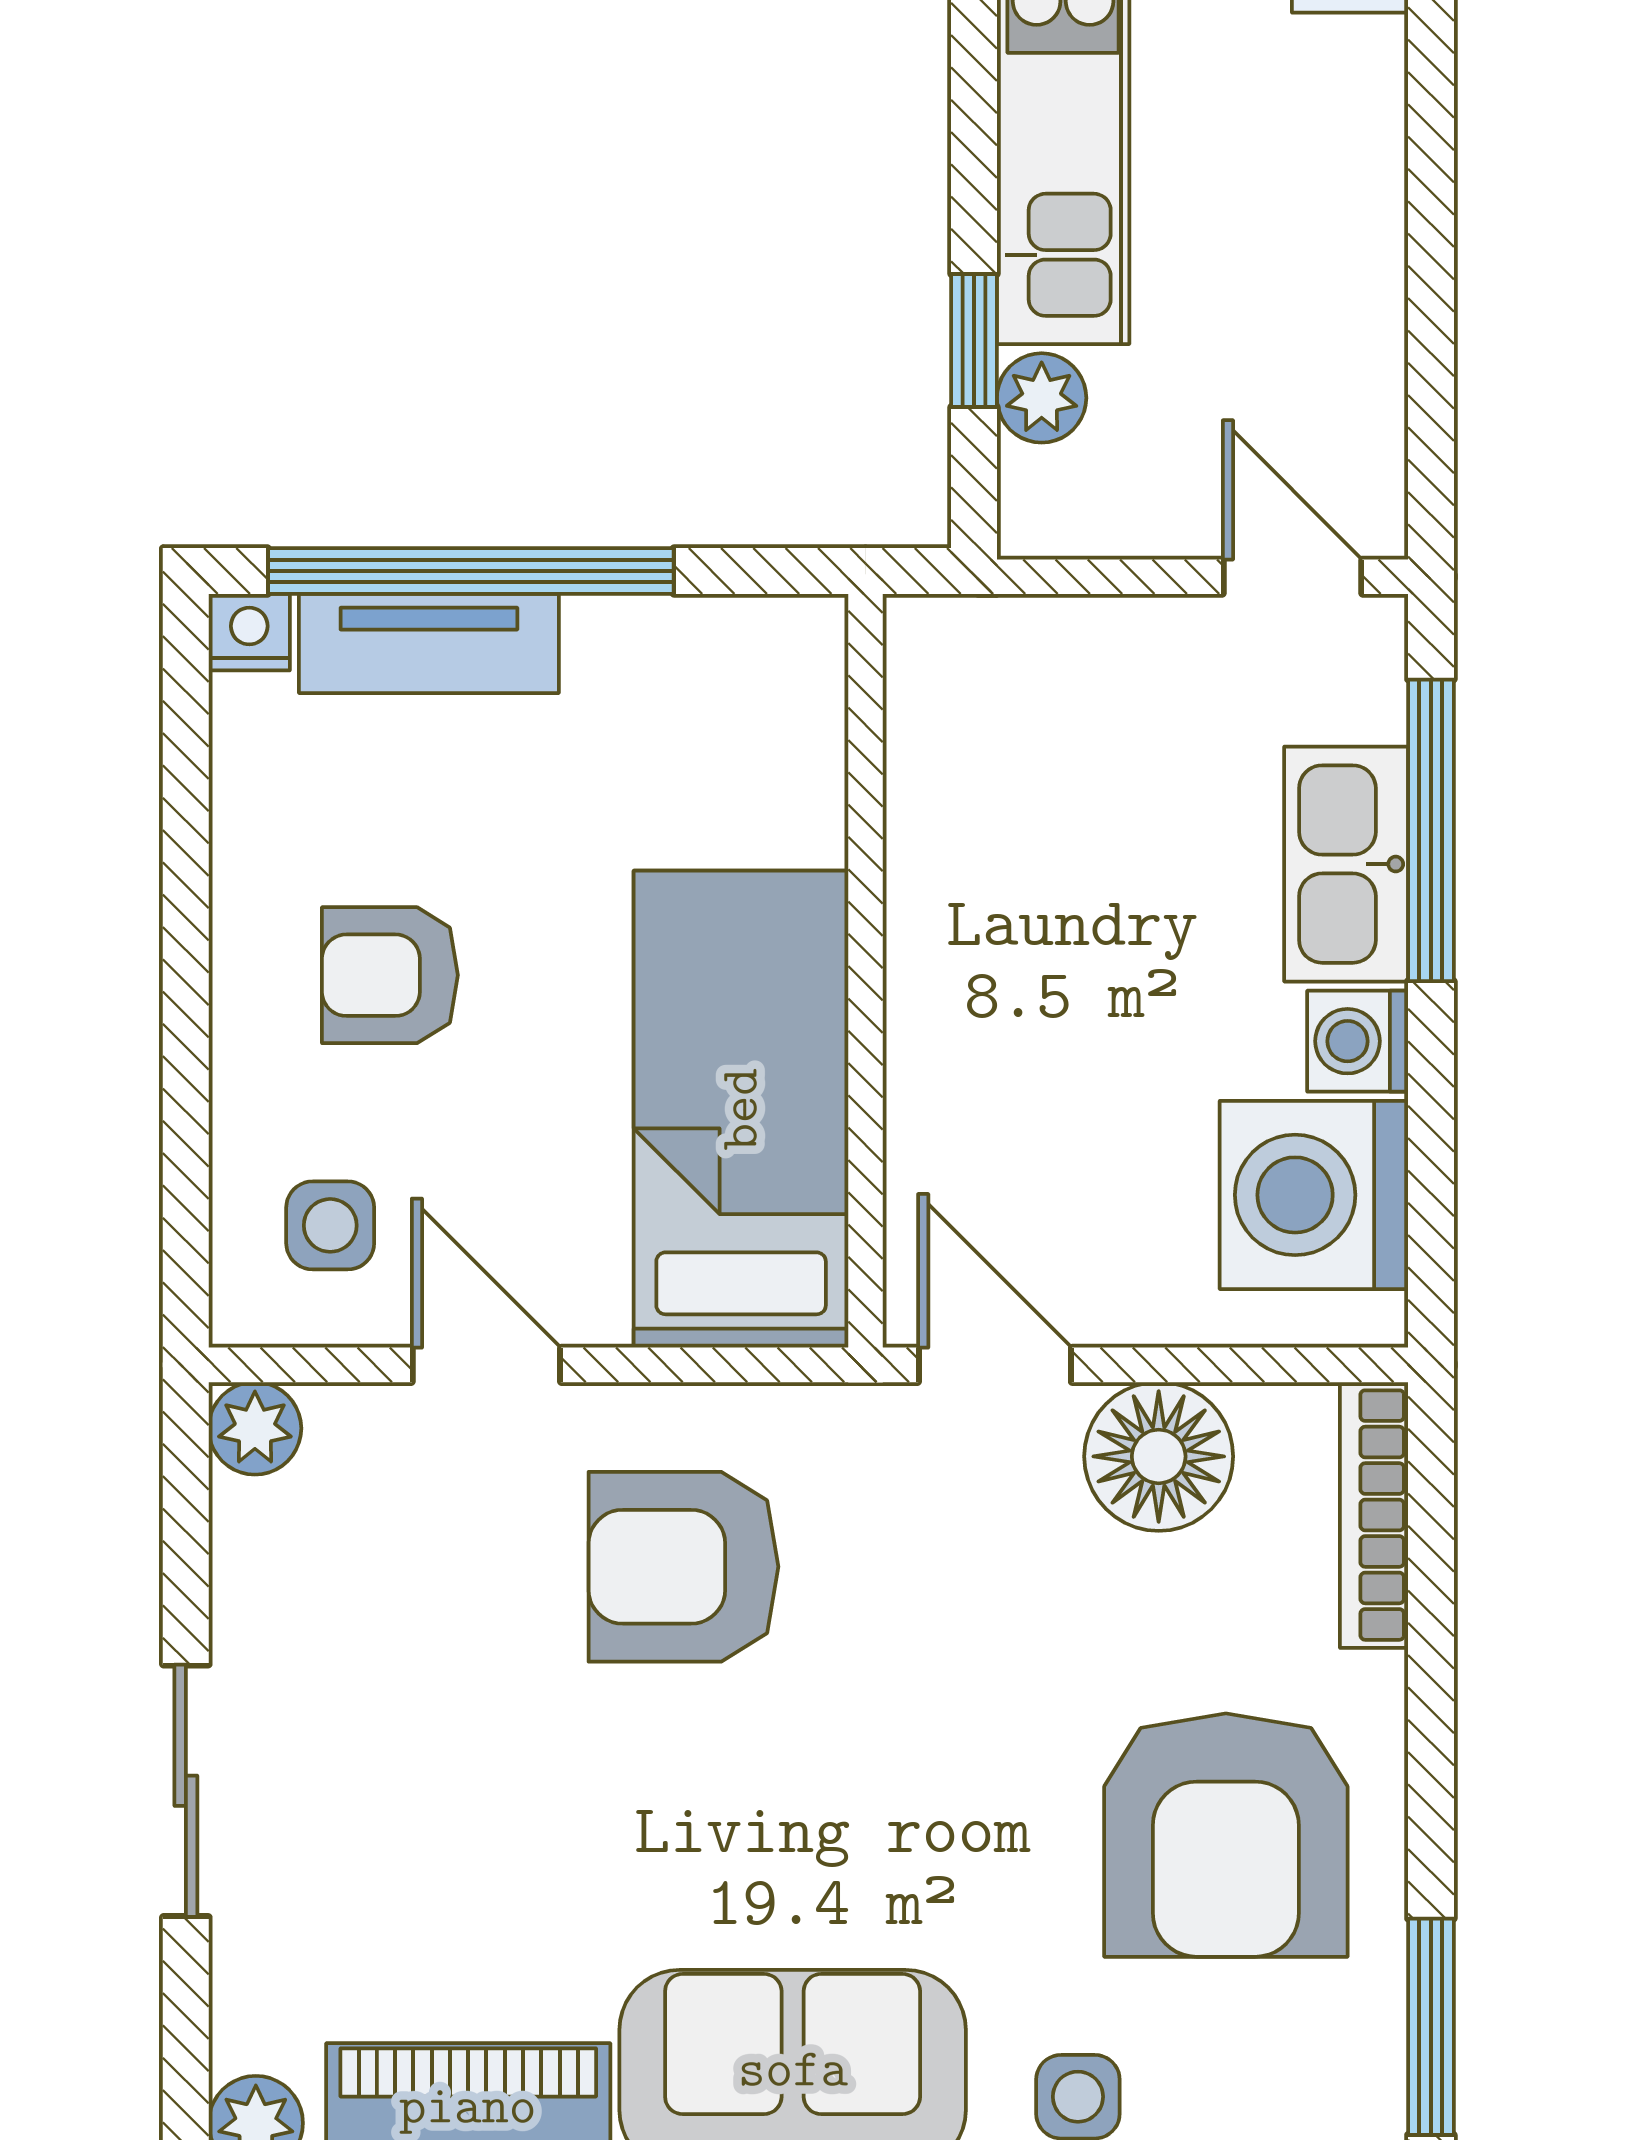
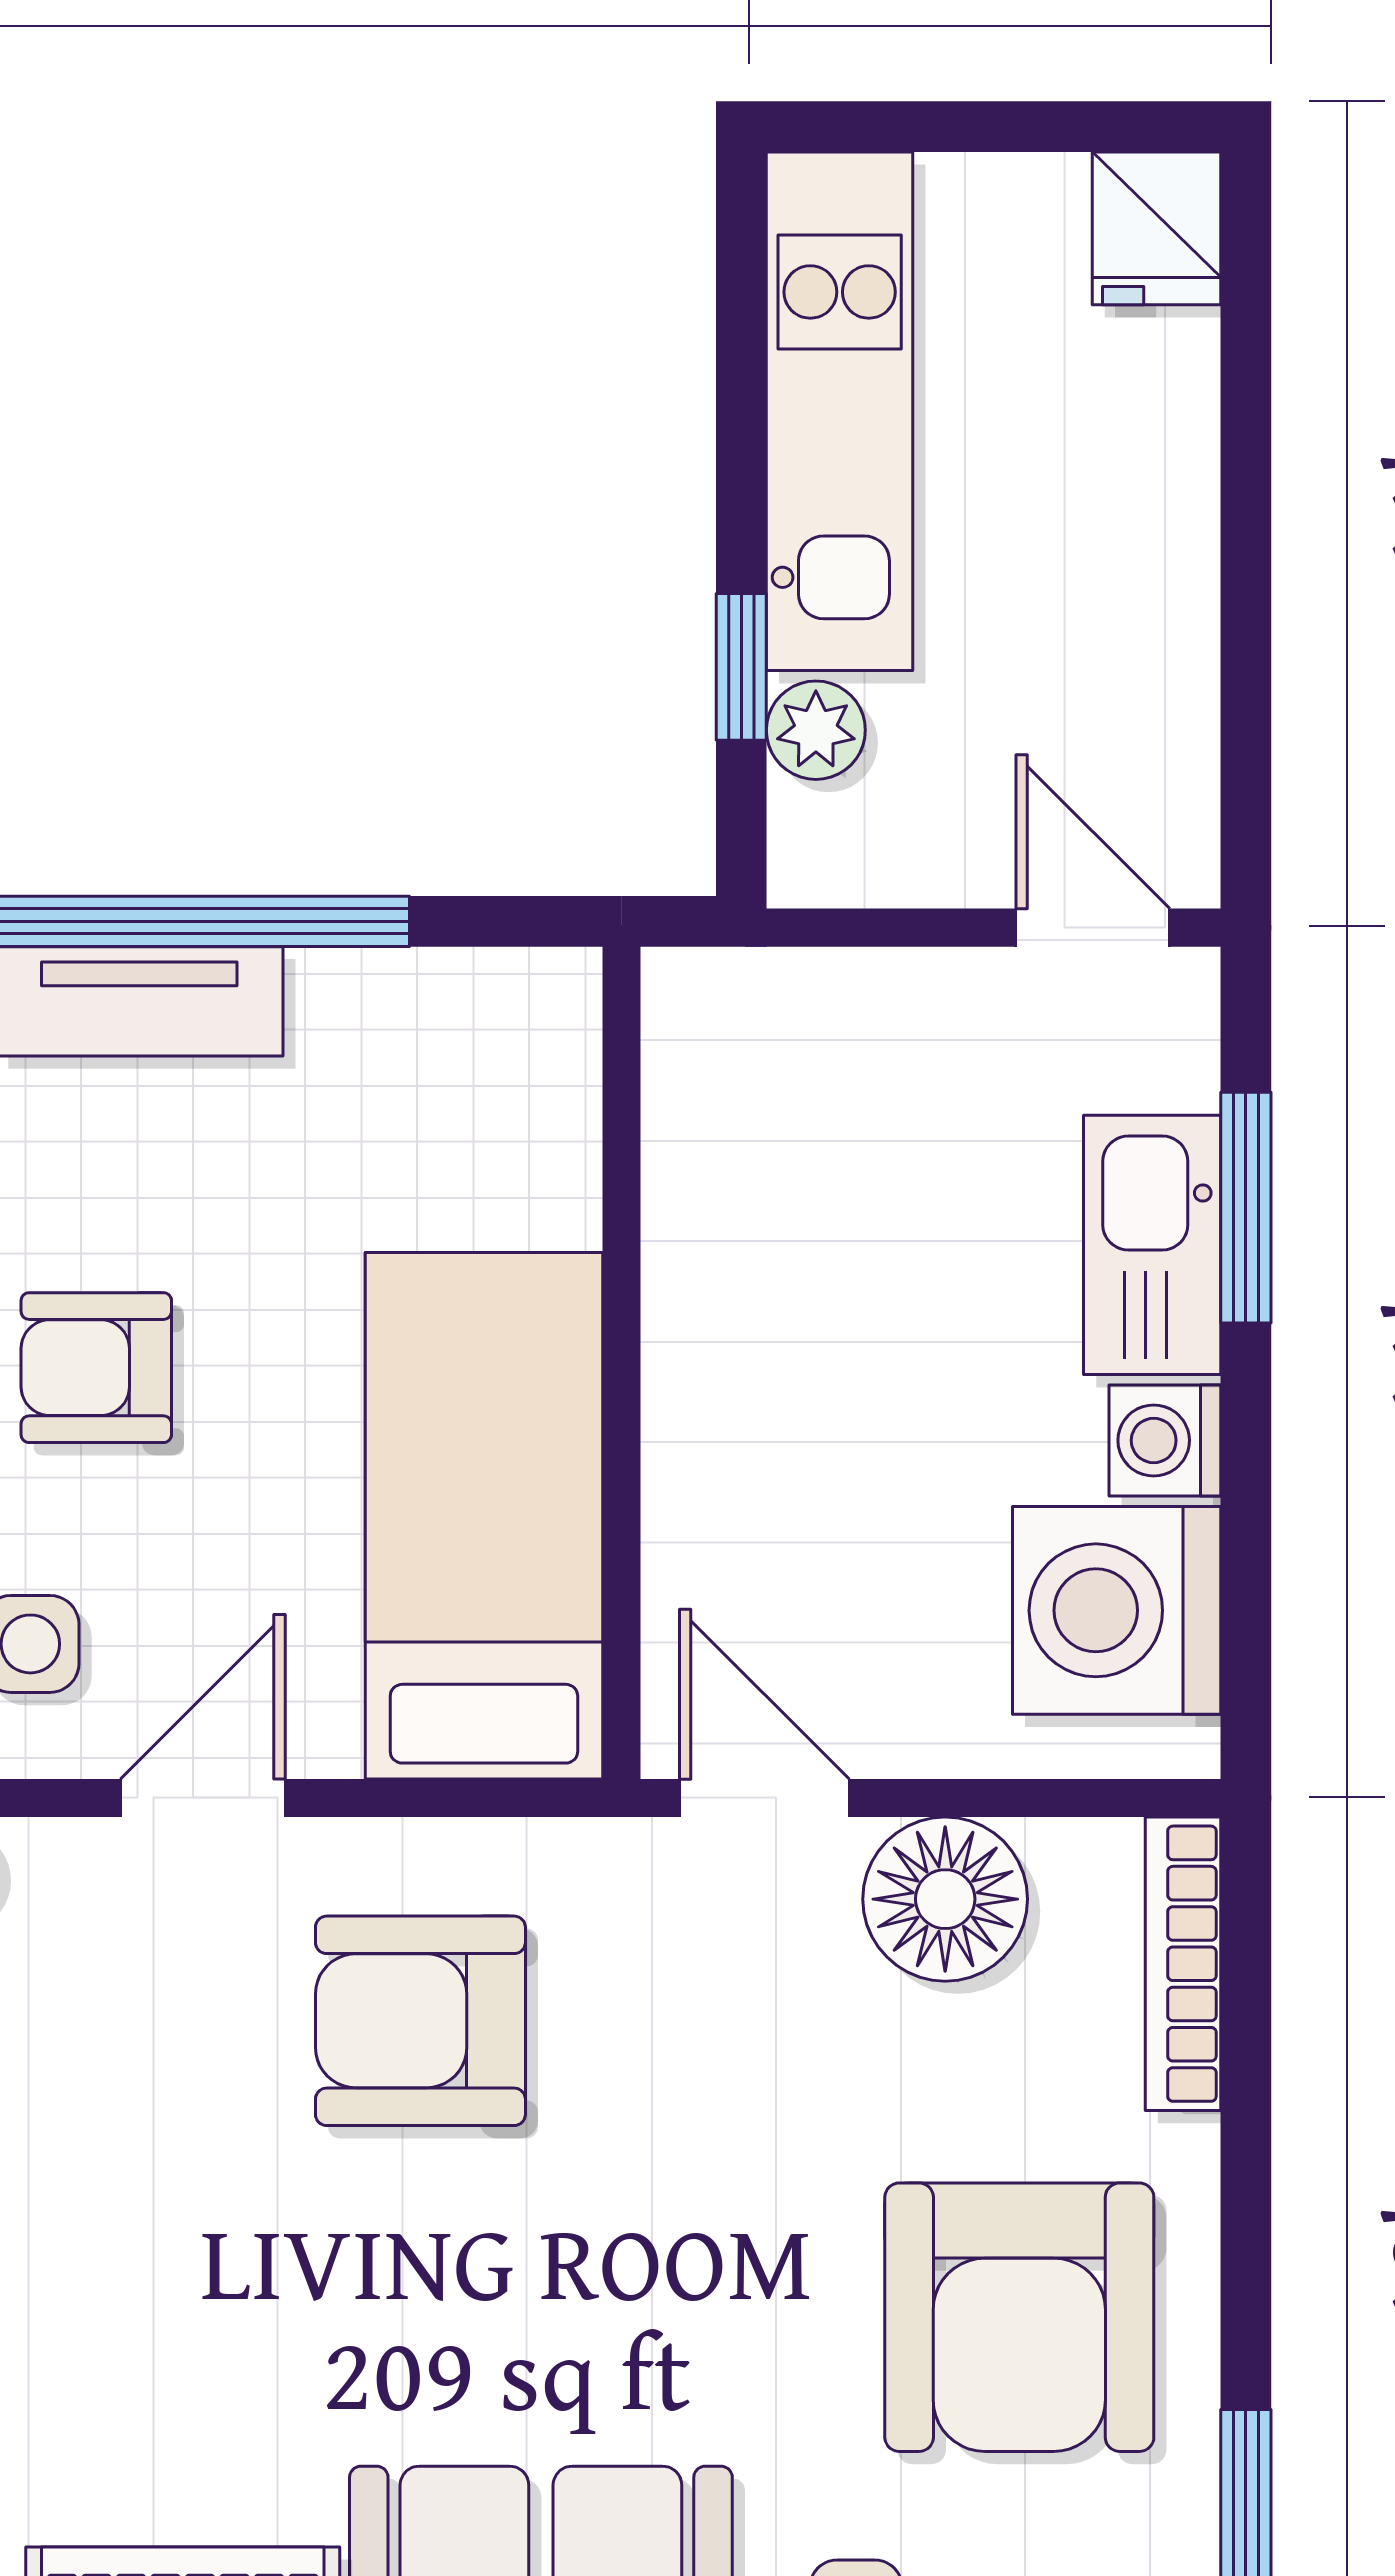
window: (1431, 830) -> (1246, 1208), width x0.69
door: (486, 1365) -> (203, 1798), hinge flipped

